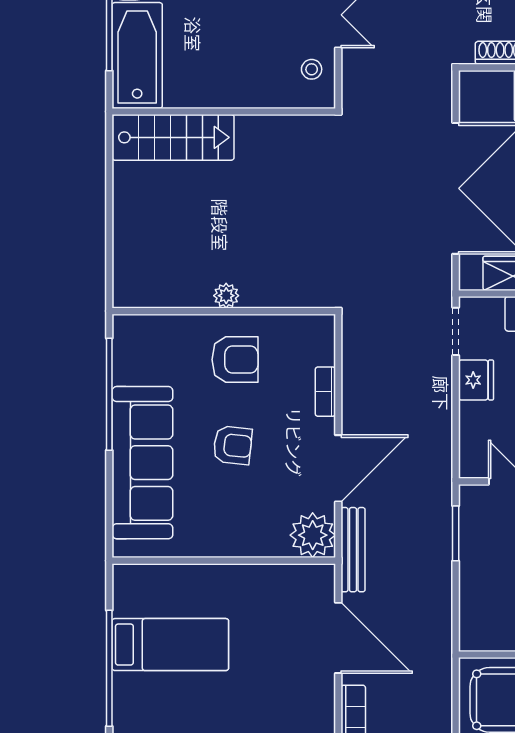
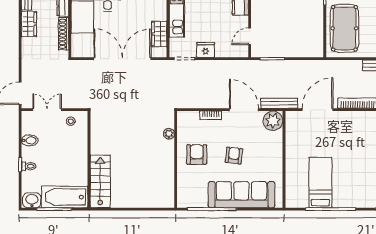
plant: (226, 296) -> (169, 134), moved

